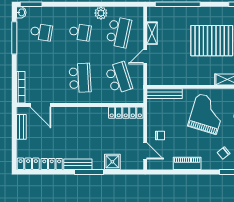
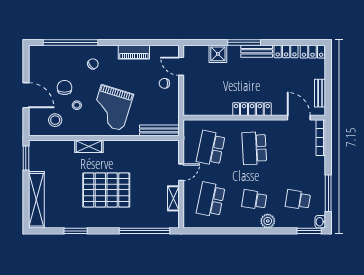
plant: (101, 13) -> (268, 221), moved
school desk: (119, 78) -> (211, 148), turned 30
locker: (126, 113) -> (252, 109), moved

